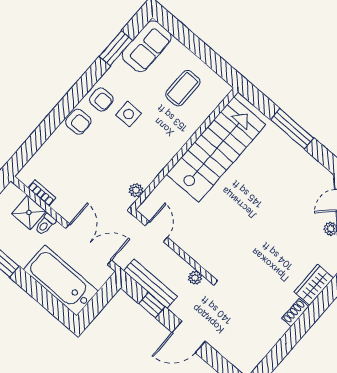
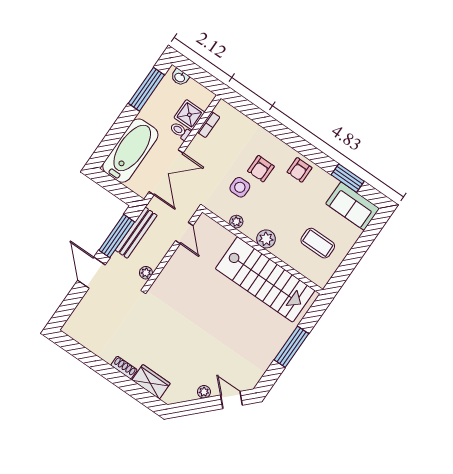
side table: (129, 114) -> (240, 187), moved
armchair: (78, 122) -> (261, 169), moved
plant: (172, 144) -> (266, 239), added
plant: (136, 190) -> (236, 222), moved
door: (156, 232) -> (184, 233), hinge flipped
window: (152, 305) -> (117, 236), width x2.17

